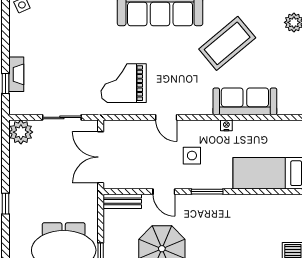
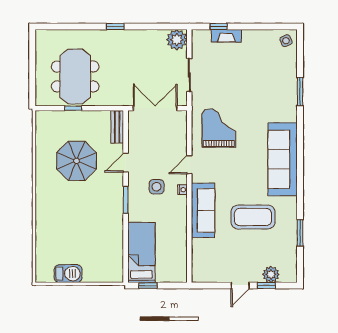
coffee table: (227, 43) -> (253, 217), turned -50
sofa: (245, 101) -> (203, 210), moved
nightstand: (226, 125) -> (182, 190), moved

